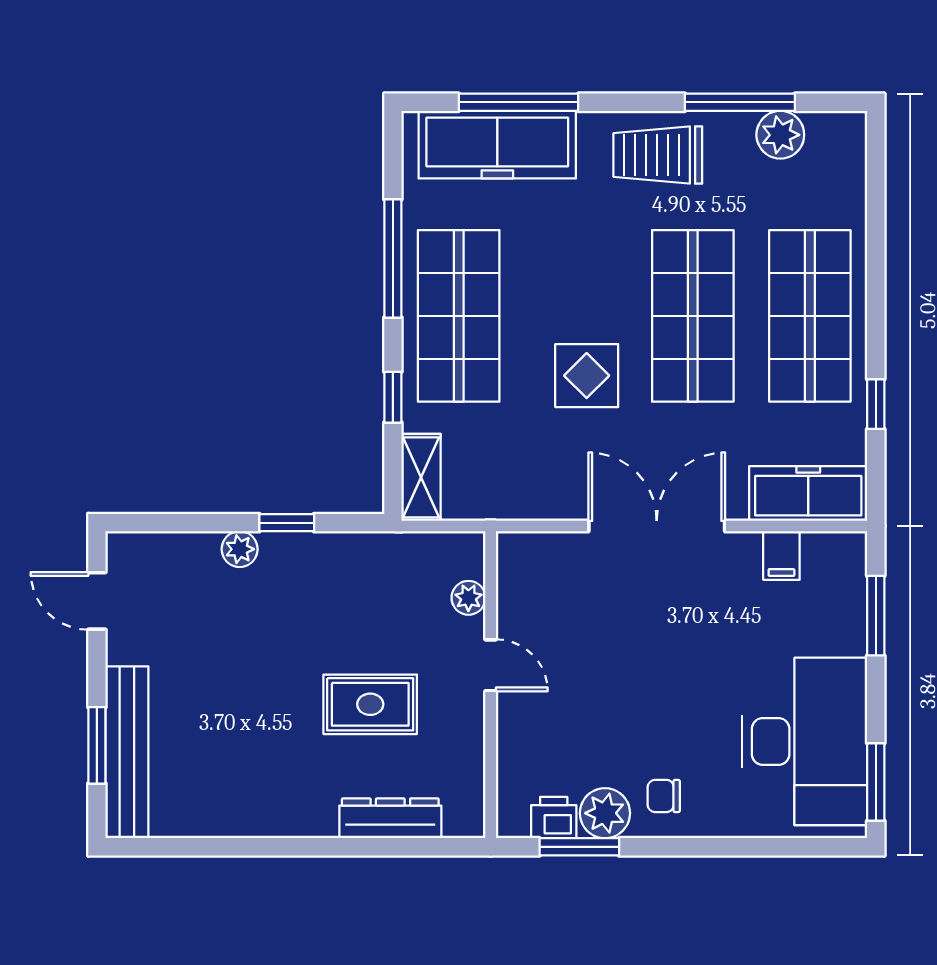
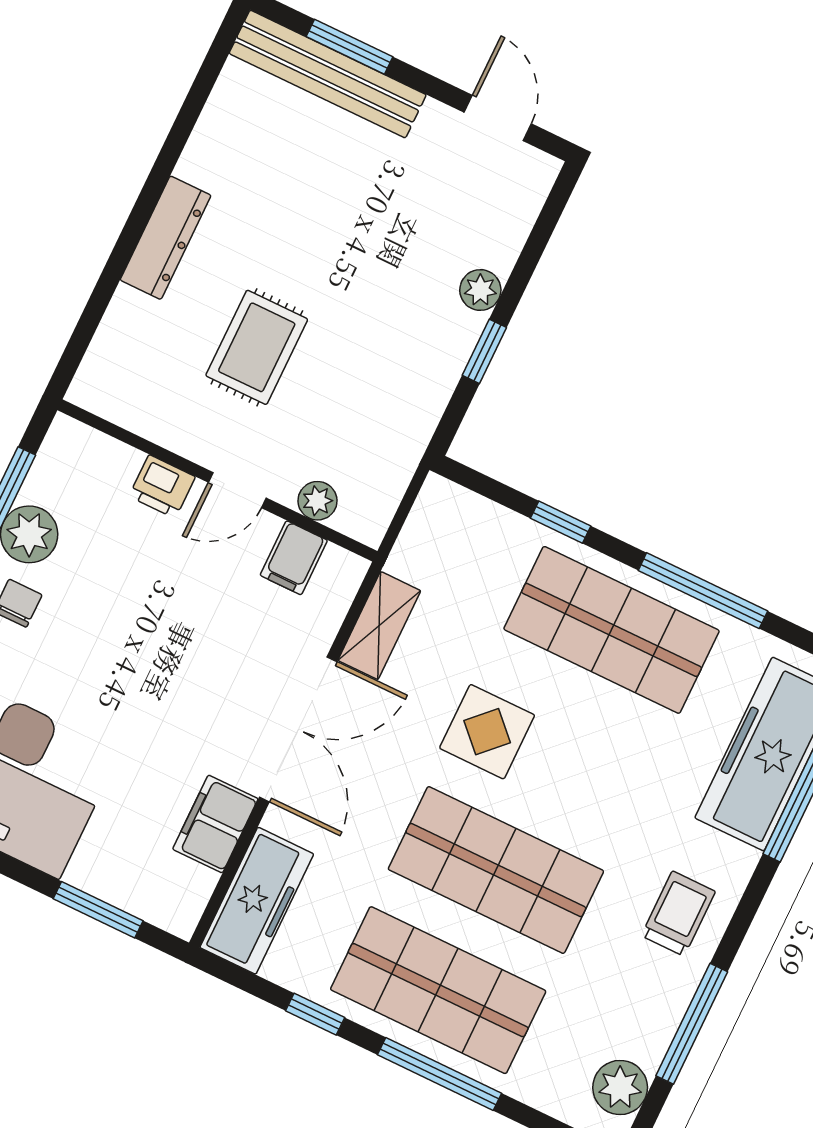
plant: (780, 135) -> (620, 1088), moved
trolley: (658, 155) -> (678, 914), width x0.73, depth x0.72
window: (876, 283) -> (439, 1074), added
shelving: (421, 477) -> (379, 626), moved, turned 90
filing cabinet: (781, 555) -> (215, 824), width x2.00
filing cabinet: (523, 595) -> (294, 558), added
door: (97, 601) -> (498, 118), hinge flipped
dresser: (390, 818) -> (165, 238), moved
printer: (554, 818) -> (162, 486), moved, turned 90

